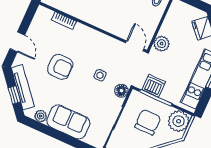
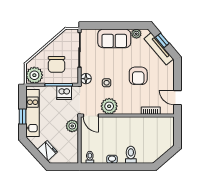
door: (17, 42) -> (178, 98), moved
plant: (109, 47) -> (109, 106), added
armchair: (60, 67) -> (138, 76), turned -90

